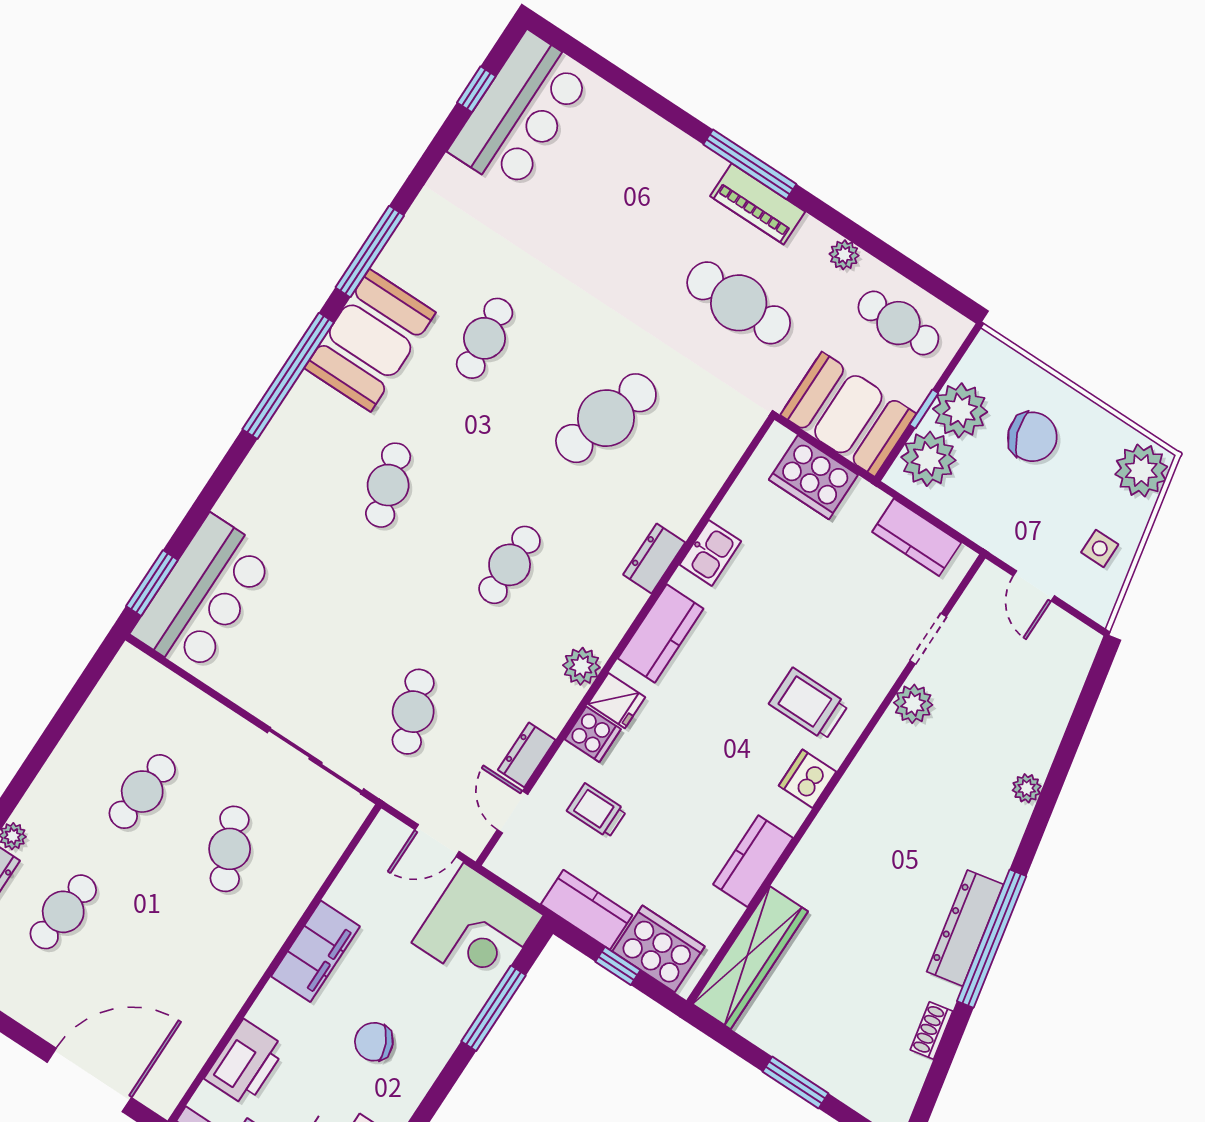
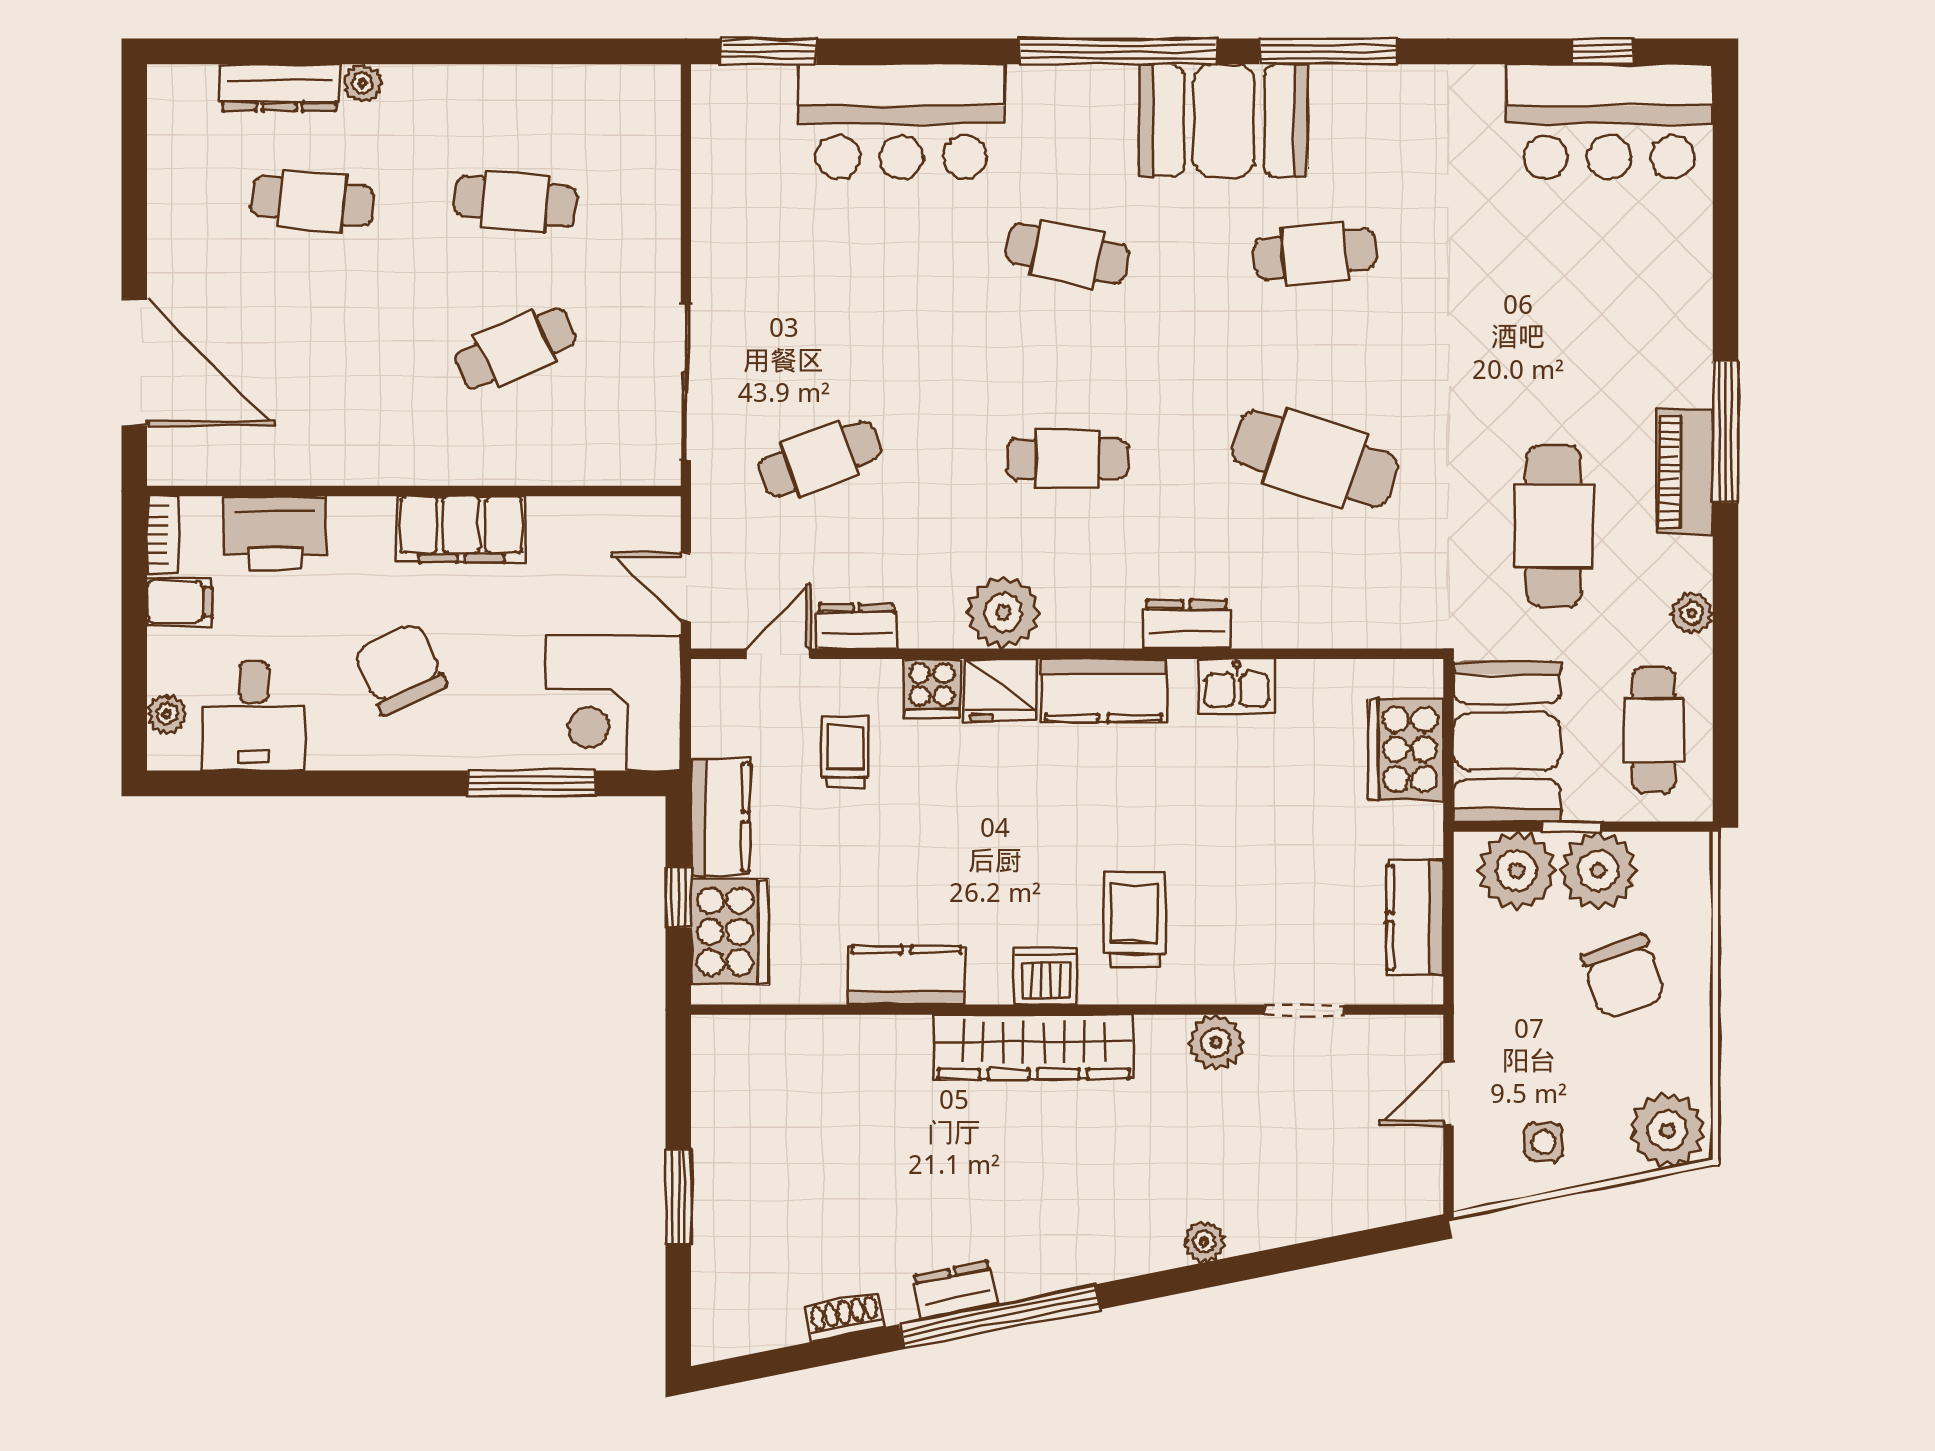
cafe table: (388, 485) -> (1067, 254), turned 30
bar counter: (203, 595) -> (902, 121), moved
plant: (581, 666) -> (1003, 612), width x1.36, depth x1.36
fridge: (617, 701) -> (1000, 690), width x1.38
dresser: (965, 928) -> (956, 1290), width x0.51, depth x0.80
wardrobe: (750, 958) -> (1034, 1047), moved
chair: (374, 1042) -> (400, 668), width x1.37, depth x1.37

